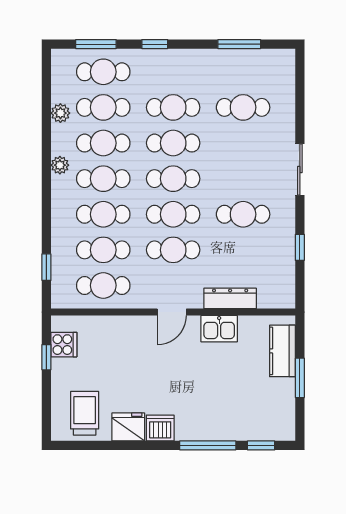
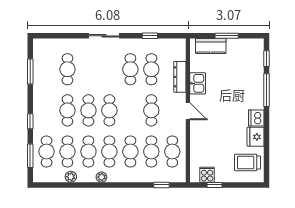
cafe table: (173, 214) -> (151, 69), moved

